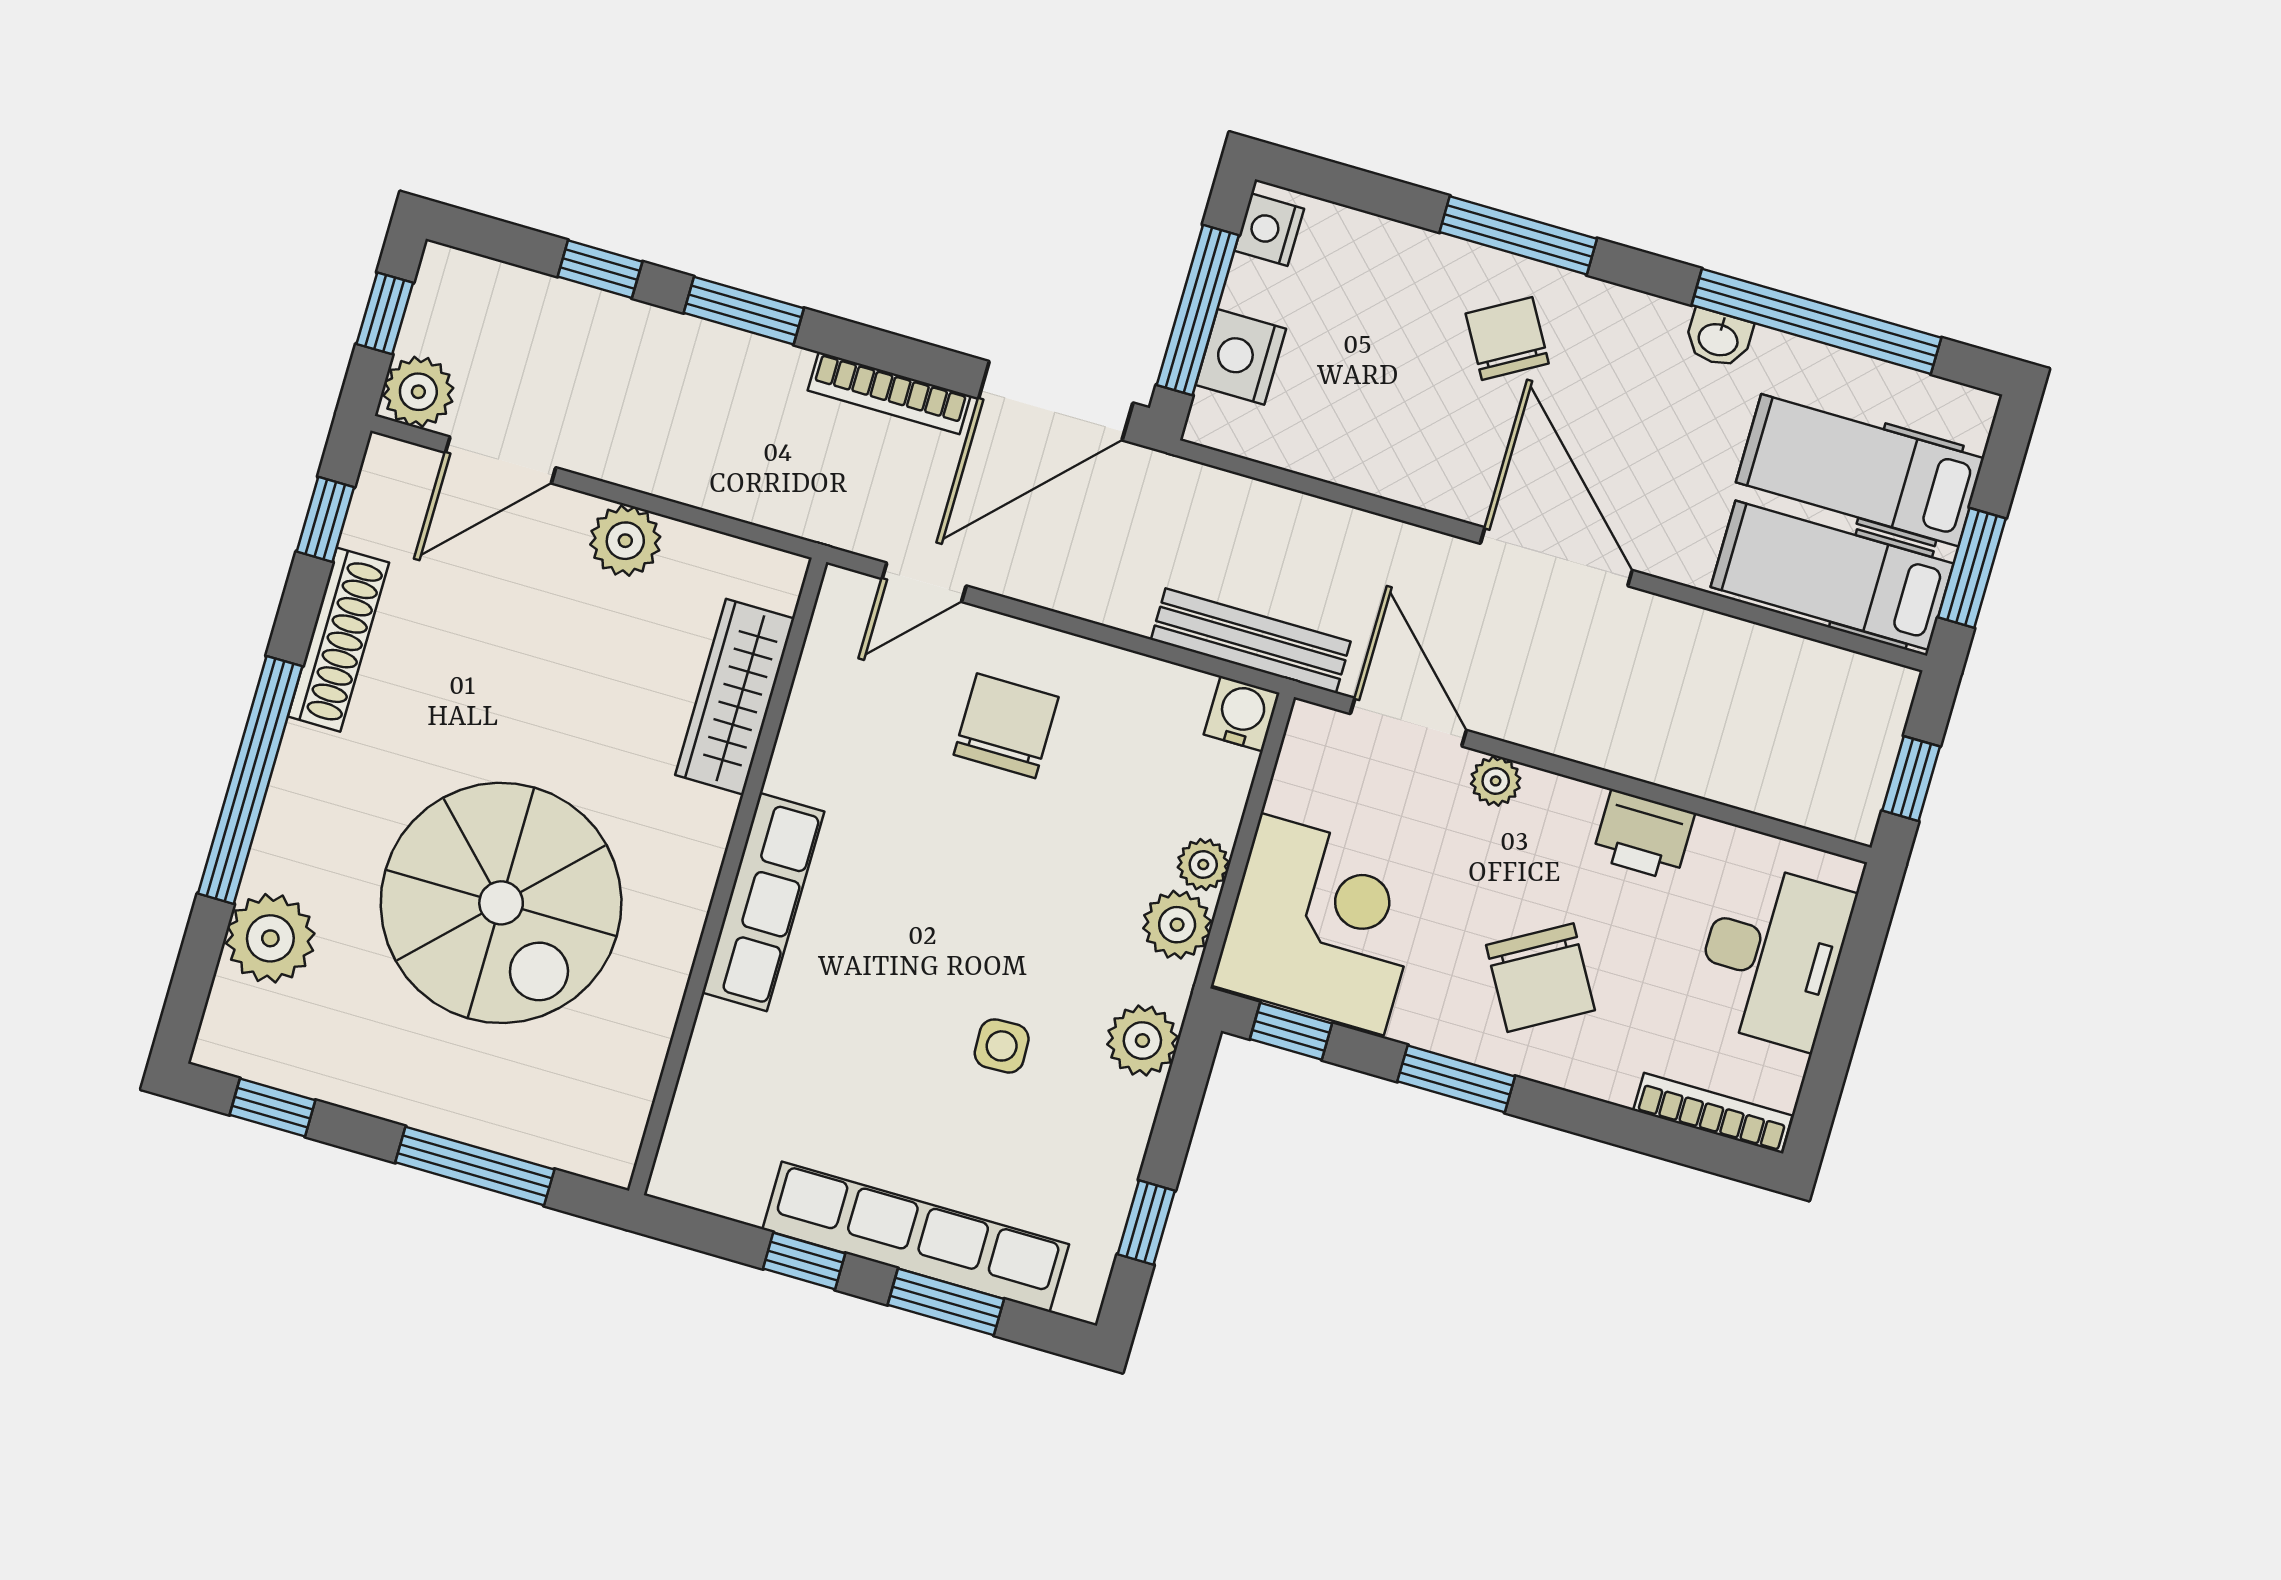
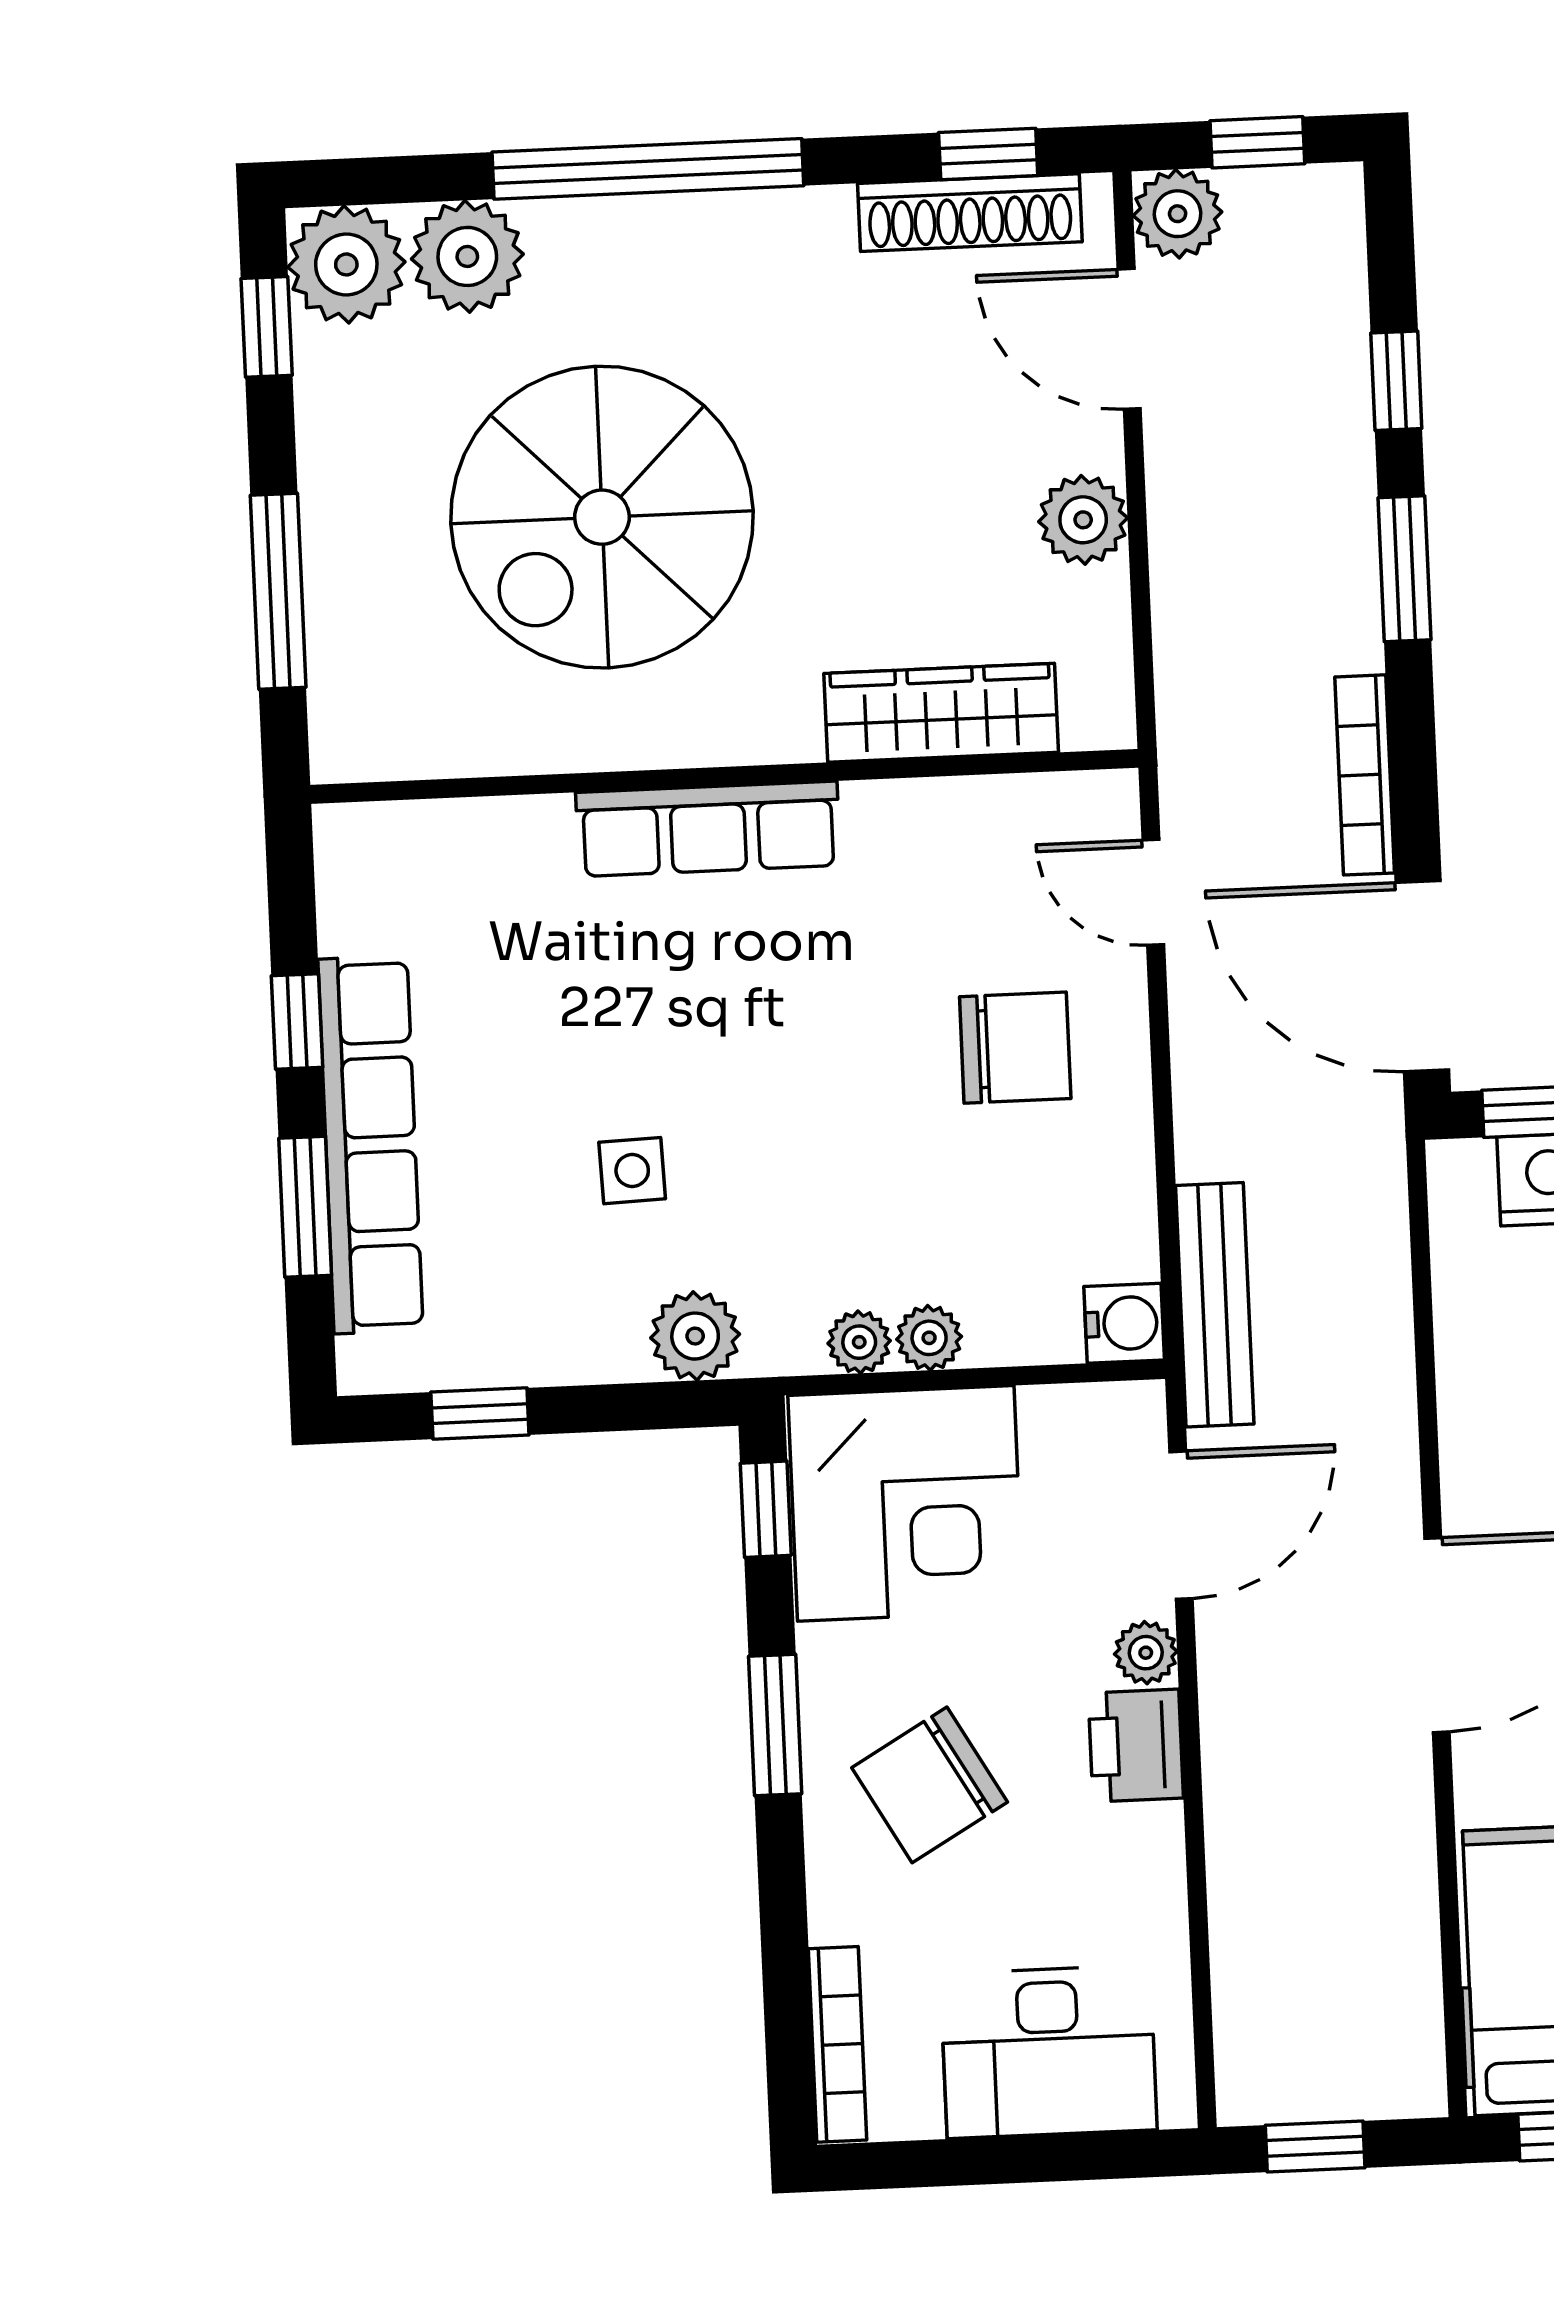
shoe rack: (338, 640) -> (970, 213), moved
printer: (1643, 835) -> (1136, 1746), moved
plant: (1177, 925) -> (859, 1342), width x0.73, depth x0.73
plant: (246, 1032) -> (346, 264), added

